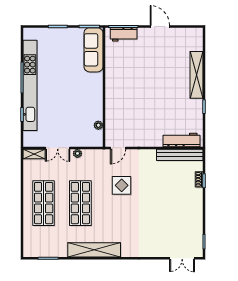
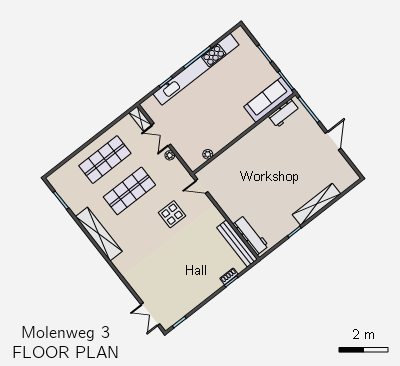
workbench: (124, 34) -> (284, 113), moved, turned -90

